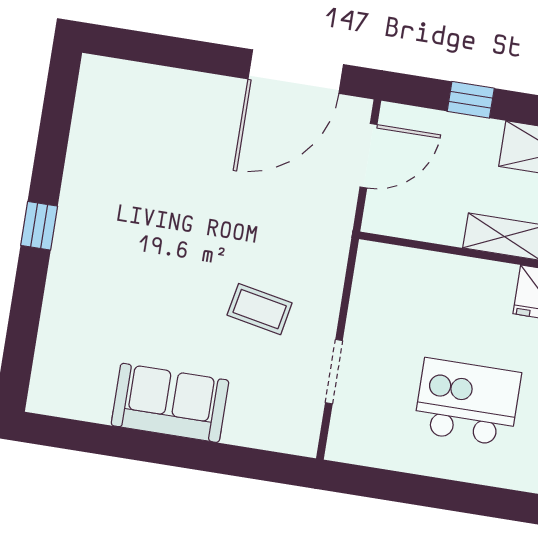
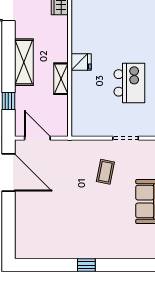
kitchen island: (467, 402) -> (129, 83), turned 180

